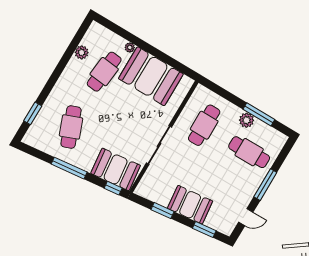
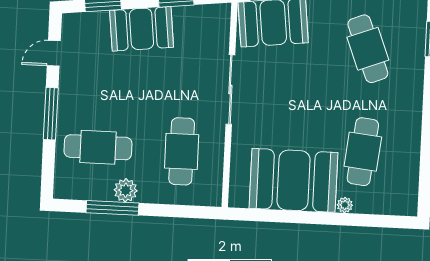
plant: (82, 52) -> (409, 162), removed

